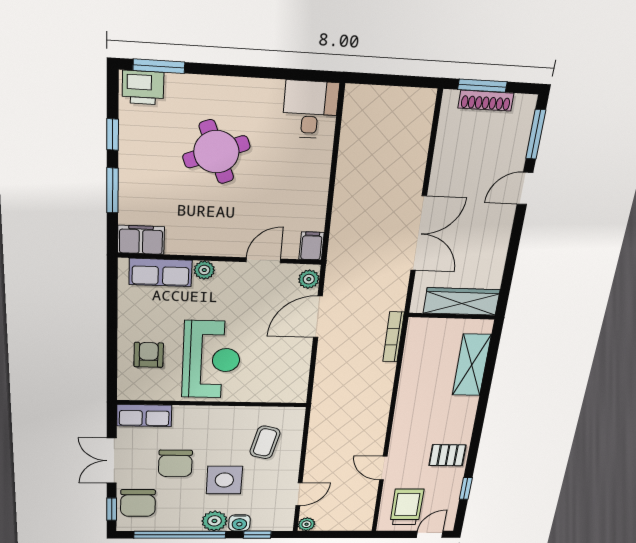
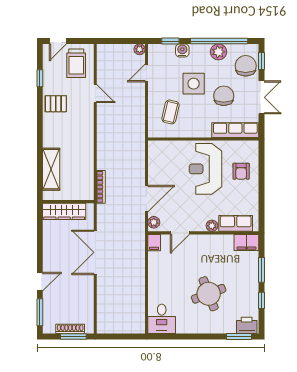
row of seats: (144, 415) -> (235, 130), width x1.48
plant: (214, 521) -> (218, 52), moved

